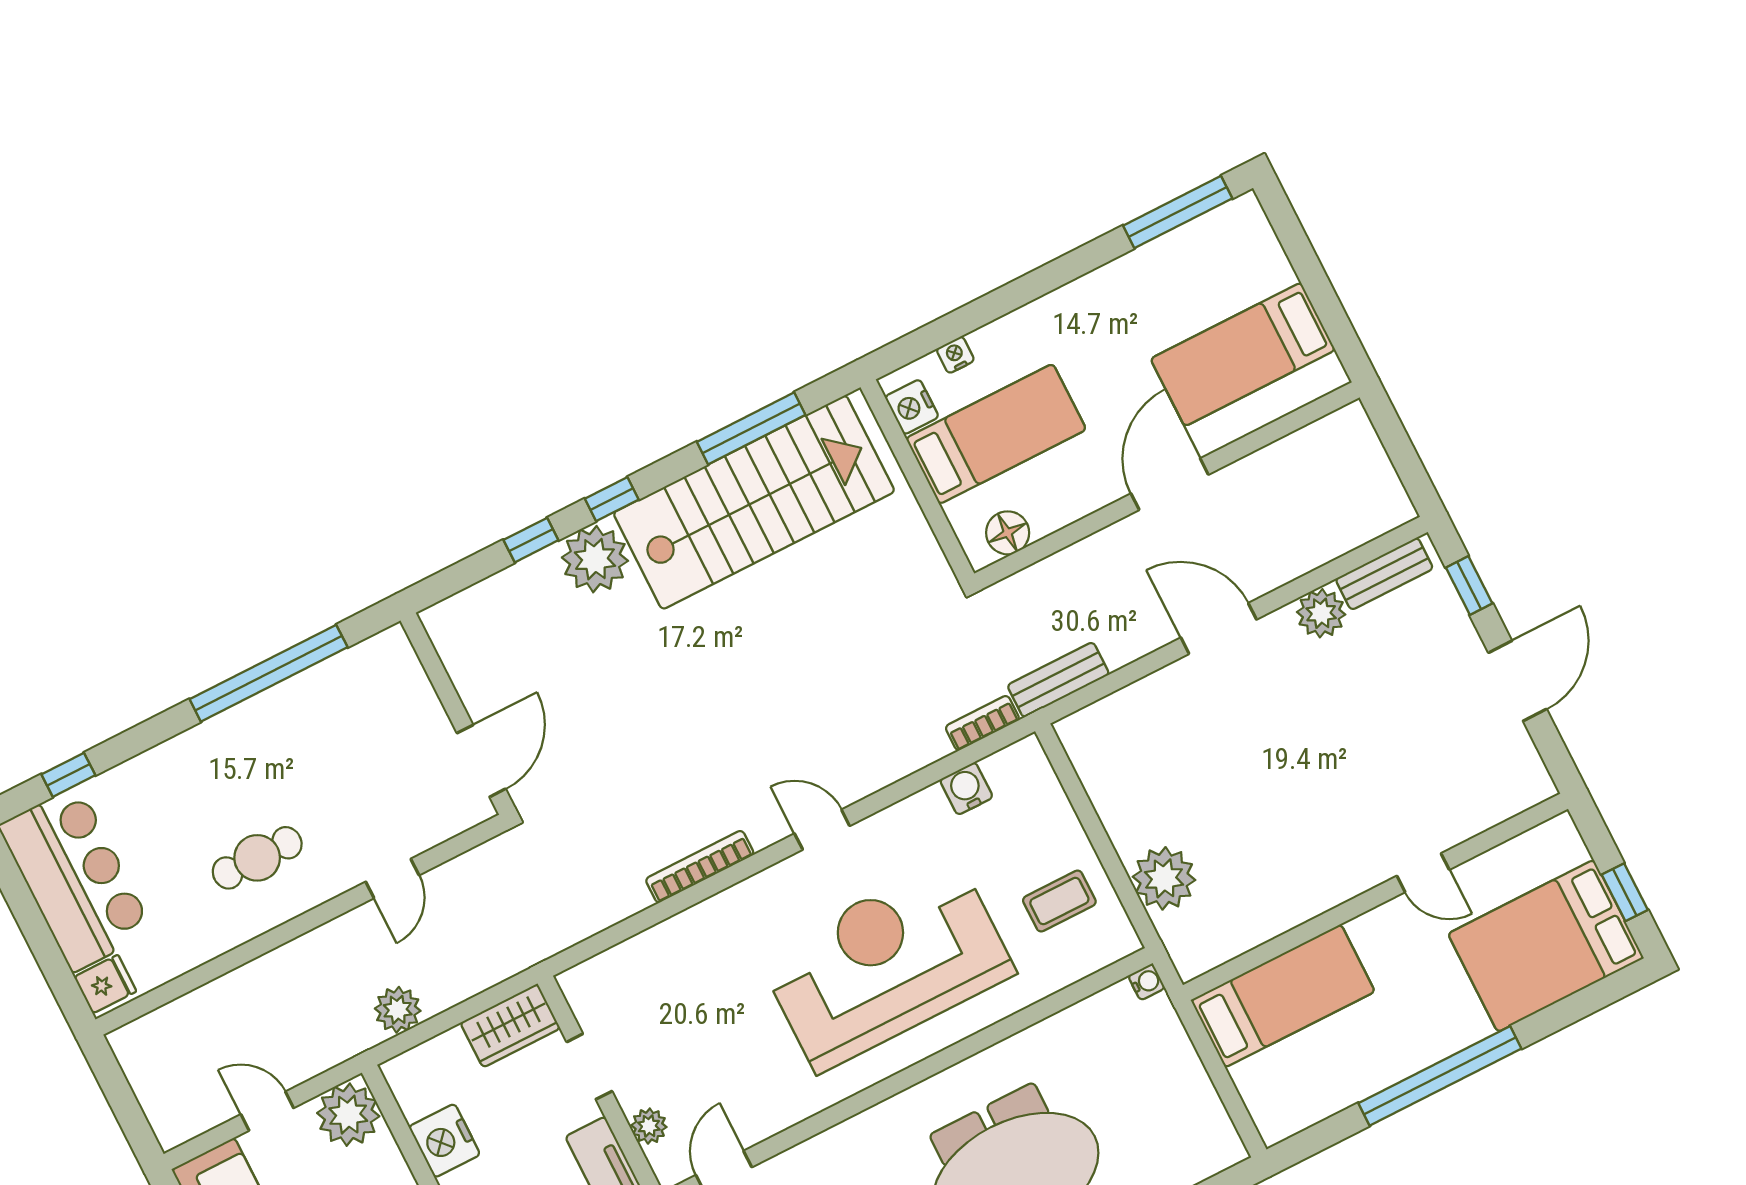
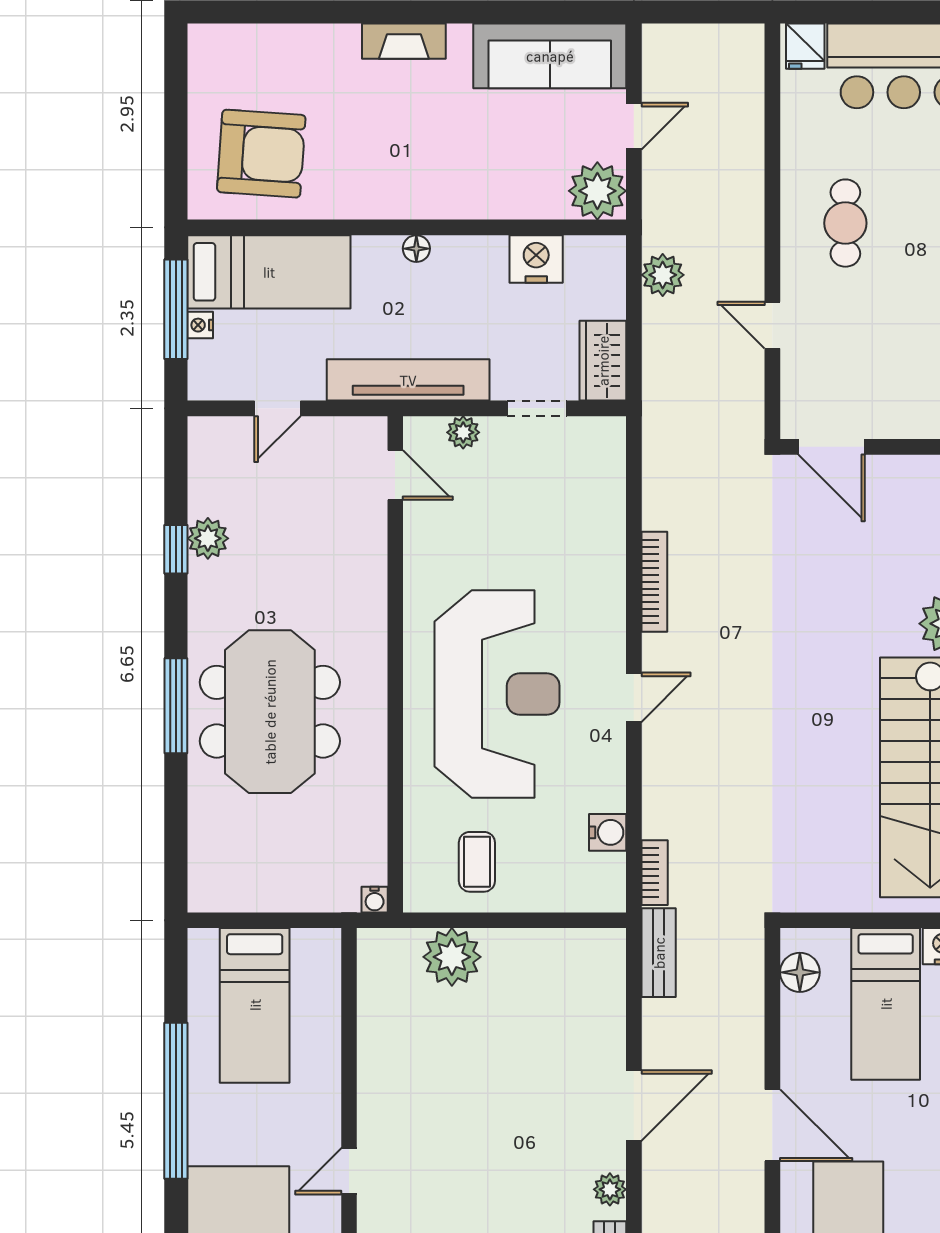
plant: (1321, 613) -> (610, 1189), width x0.73, depth x0.73
bed: (1283, 996) -> (255, 1005), moved

